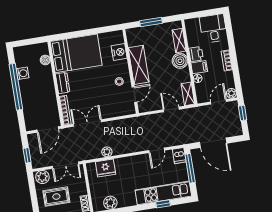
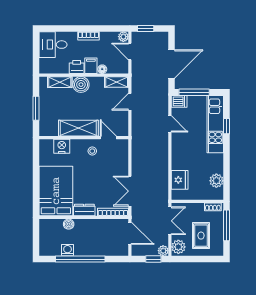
boiler: (45, 60) -> (69, 224), moved
plant: (107, 152) -> (163, 251), moved

